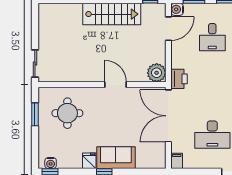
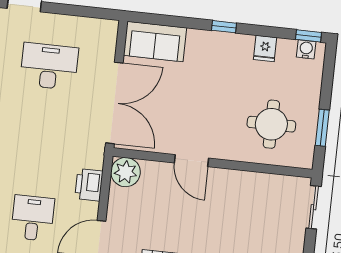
printer: (179, 79) -> (89, 185), moved
sofa: (116, 158) -> (155, 41), moved
fridge: (89, 161) -> (265, 48), moved
filing cabinet: (177, 161) -> (109, 31), removed

